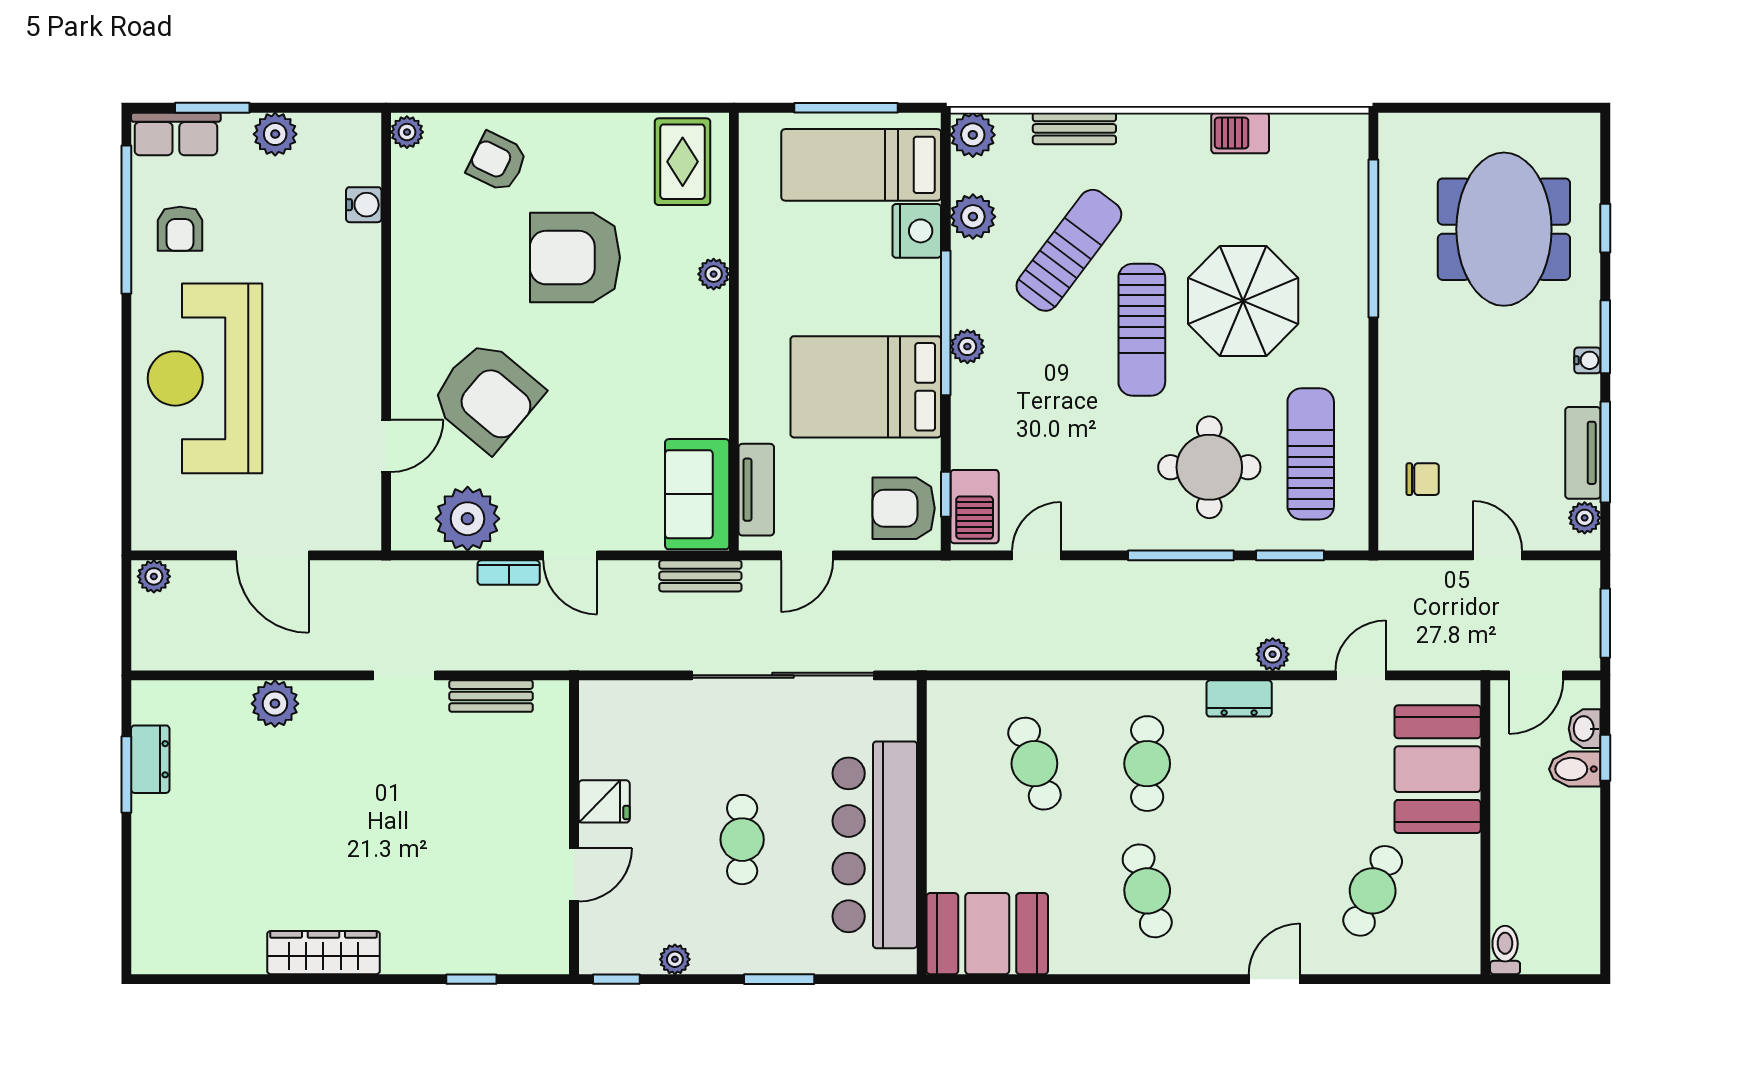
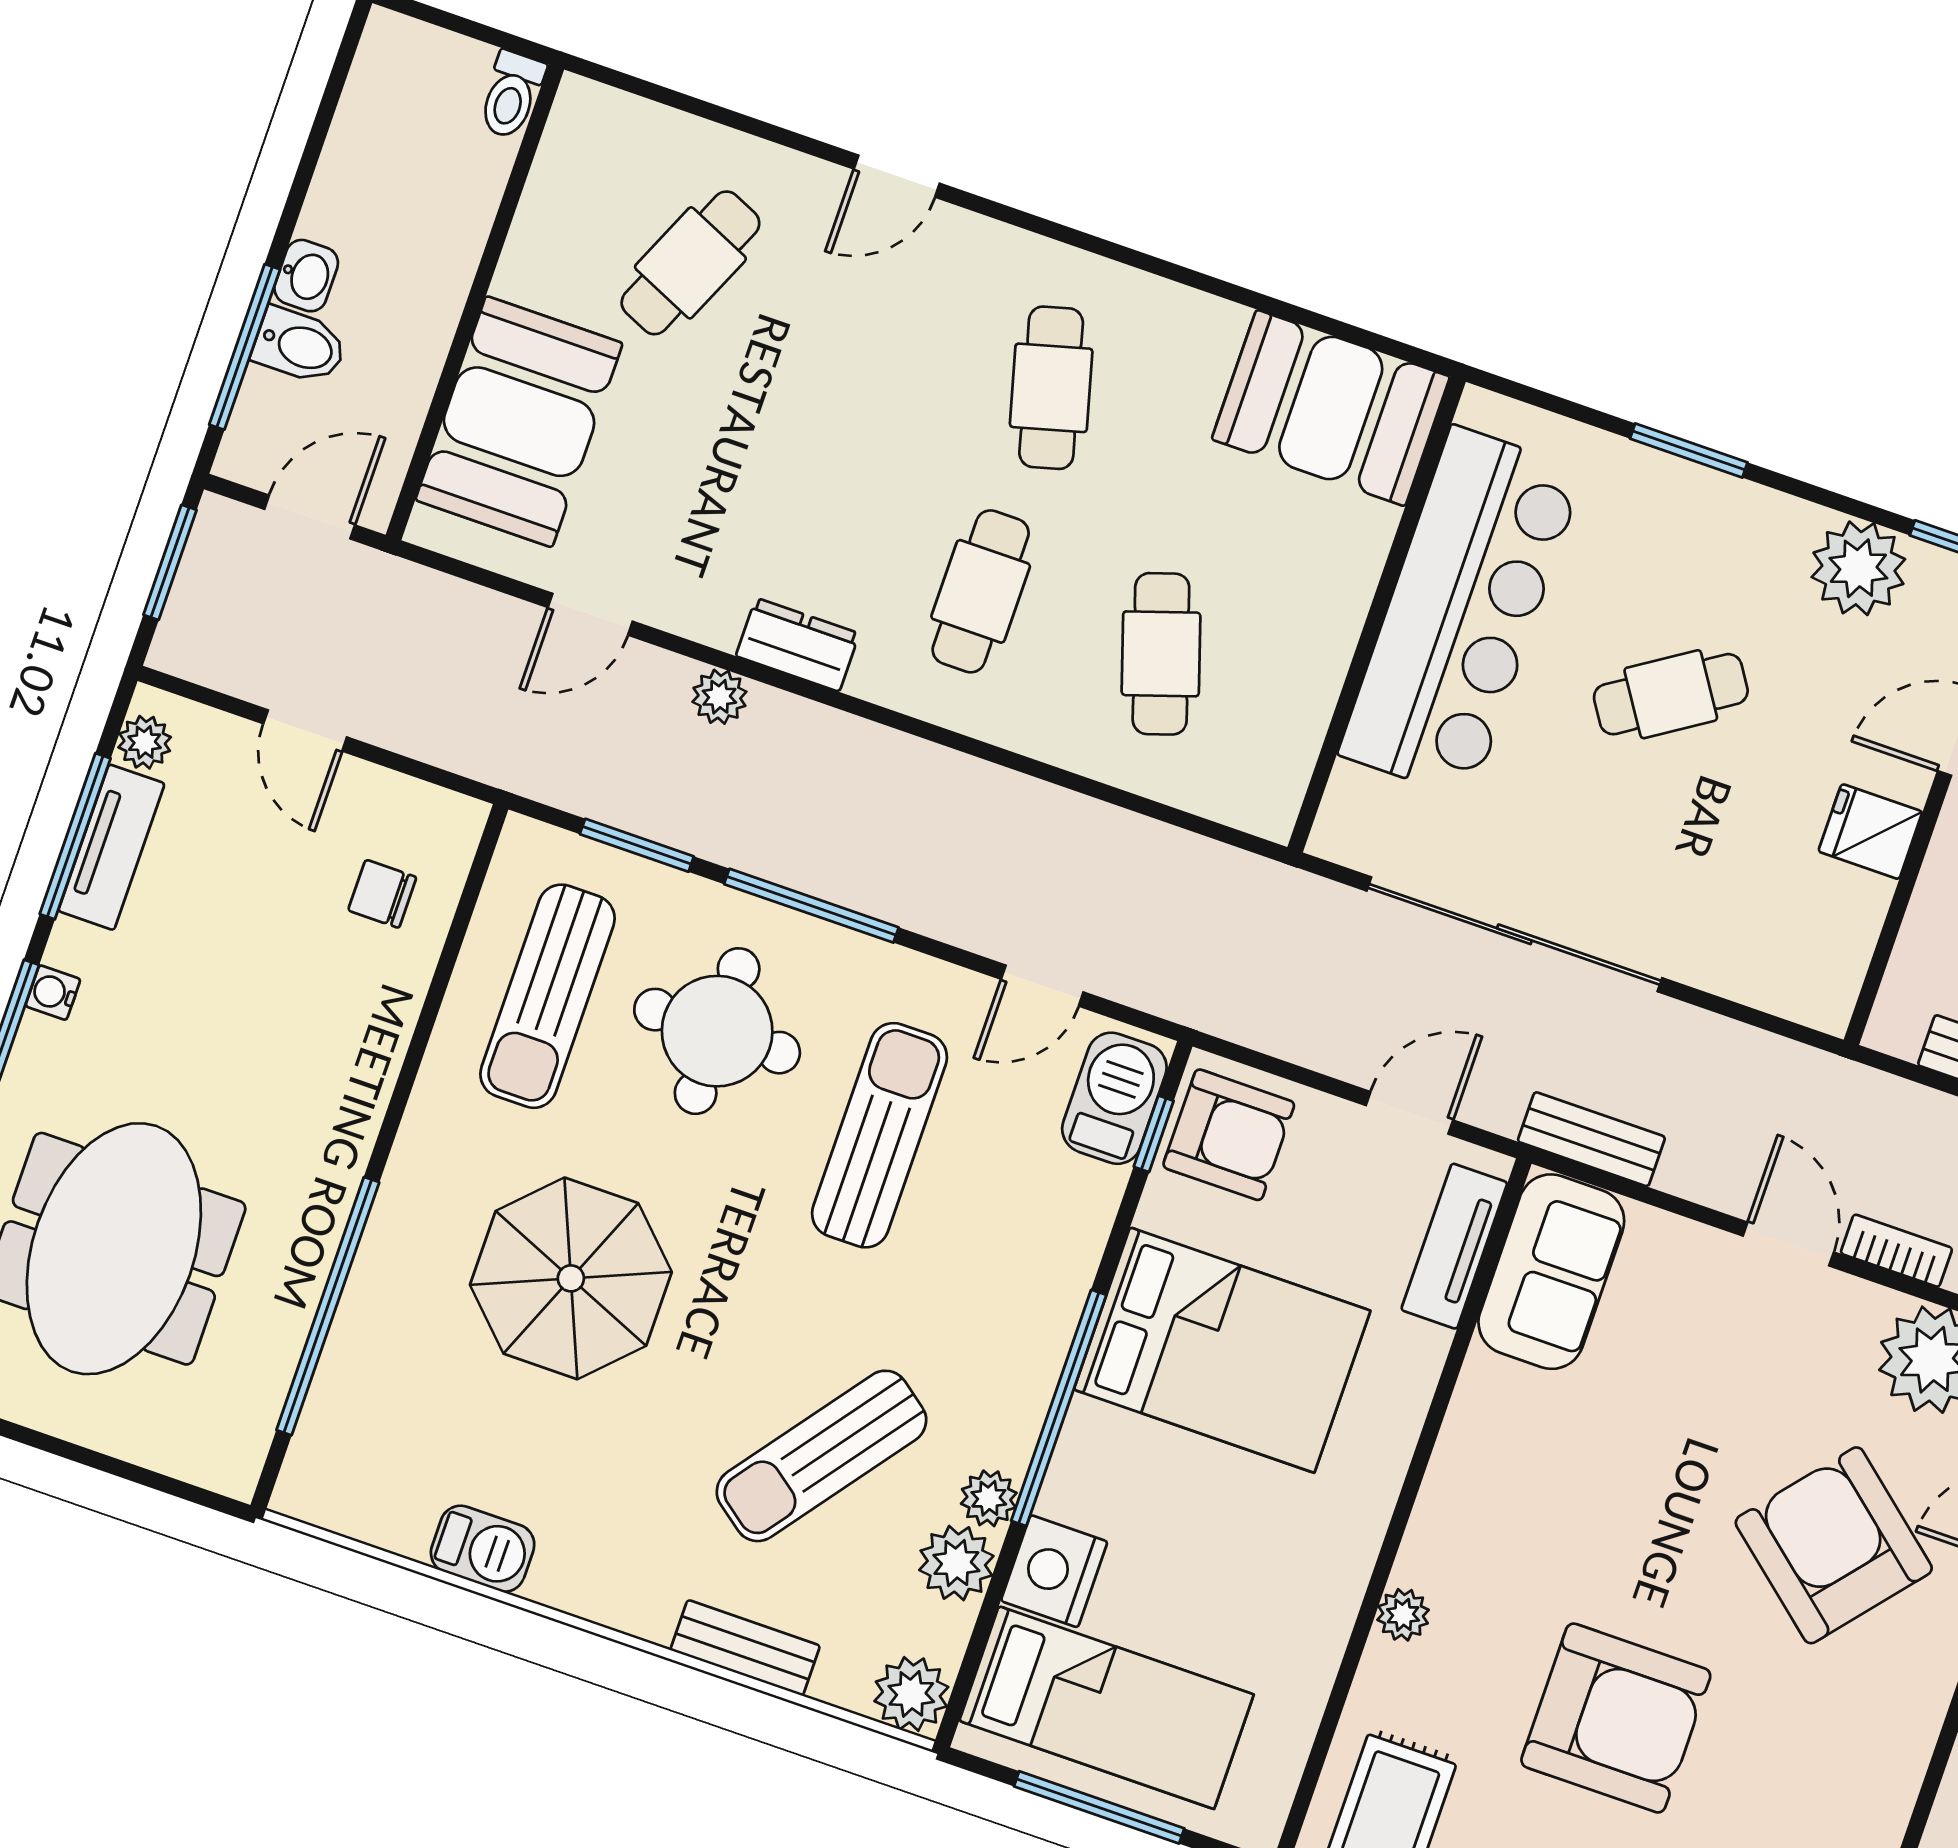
sun lounger: (1142, 330) -> (879, 1135), moved
plant: (967, 347) -> (989, 1498), moved
washbasin: (1585, 729) -> (306, 276), moved
window: (1605, 758) -> (245, 347), width x2.17
cafe table: (742, 840) -> (1671, 694), turned 57
plant: (675, 959) -> (1858, 568), width x1.87, depth x1.87

